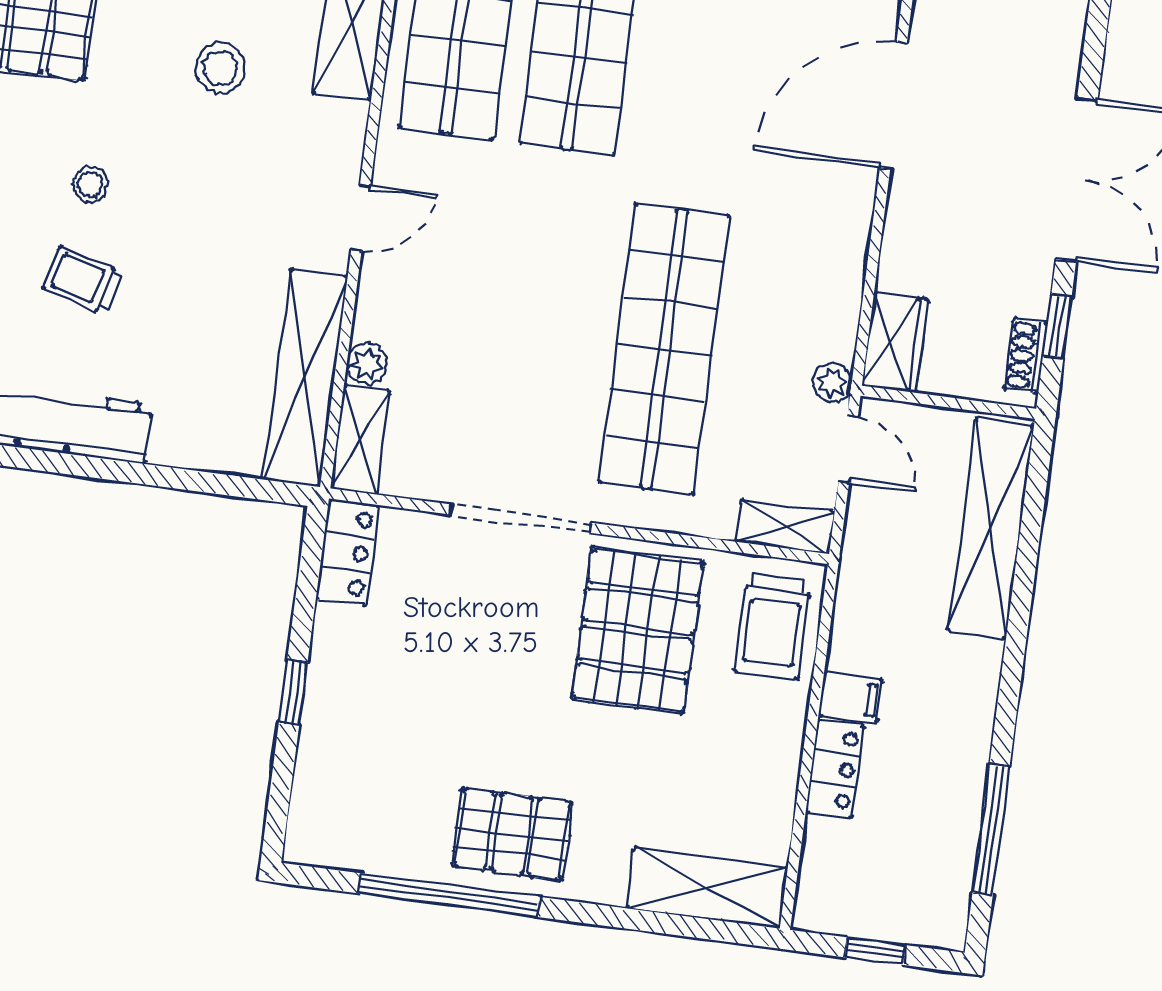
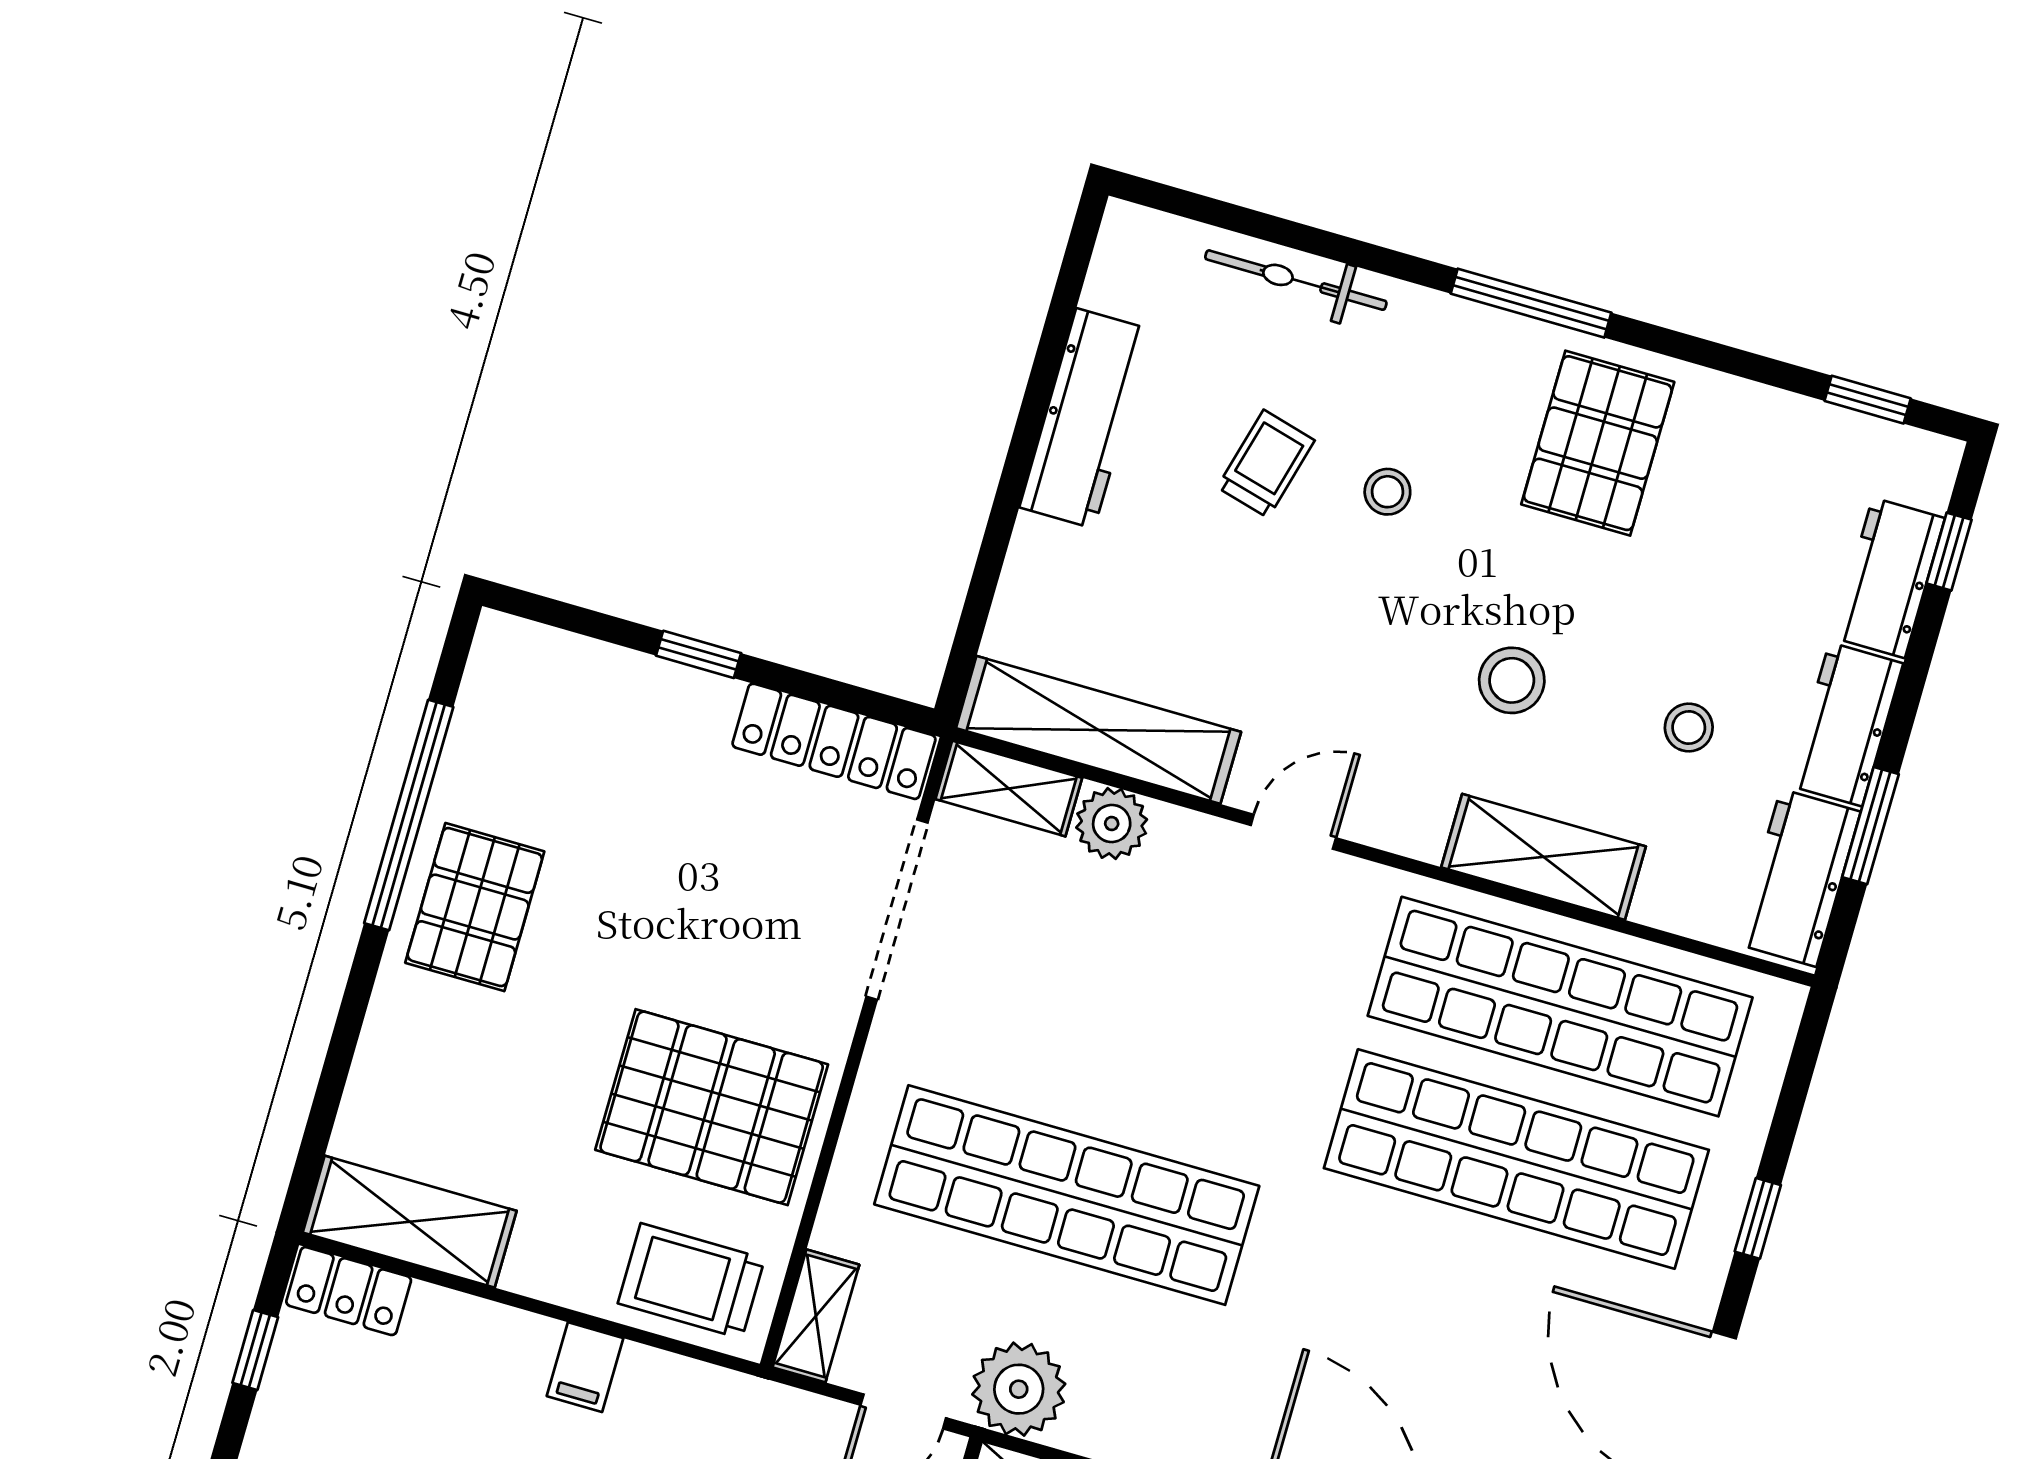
door: (361, 217) -> (1293, 832), swing flipped
plant: (367, 364) -> (1112, 824), width x1.38, depth x1.38
plant: (832, 383) -> (1019, 1389), width x1.87, depth x1.87
doorway: (521, 519) -> (897, 910), moved
locker: (348, 552) -> (834, 741), width x1.53
locker: (835, 769) -> (349, 1291), moved
shelving: (708, 888) -> (410, 1222), moved, turned 90

